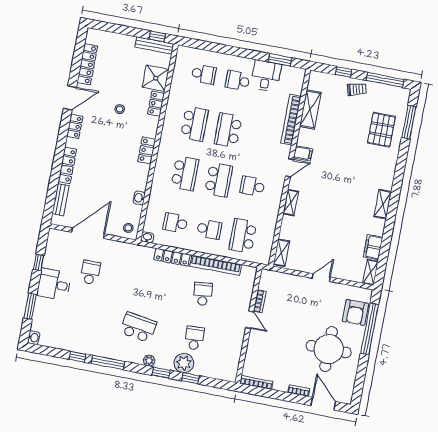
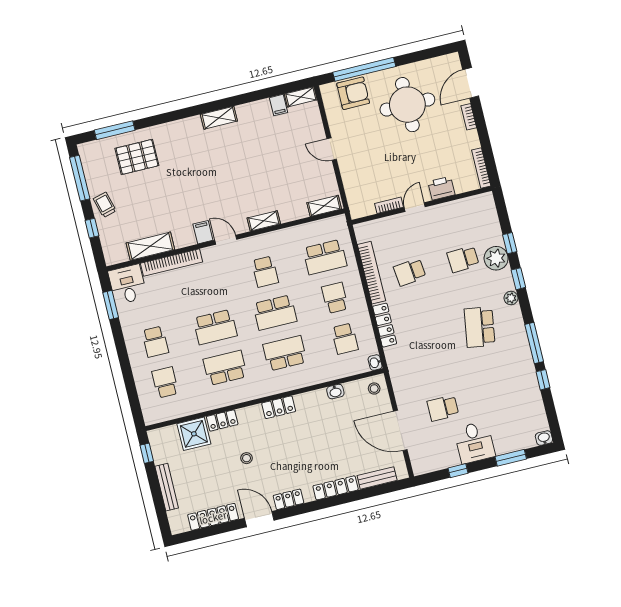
bench: (154, 45) -> (167, 487), moved
desk: (266, 76) -> (127, 284), moved, turned 90
school desk: (219, 180) -> (275, 312), turned 180
filing cabinet: (373, 247) -> (278, 105), width x0.50
printer: (255, 346) -> (441, 188), added

